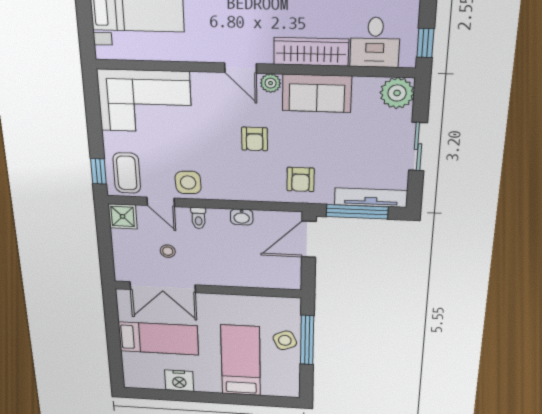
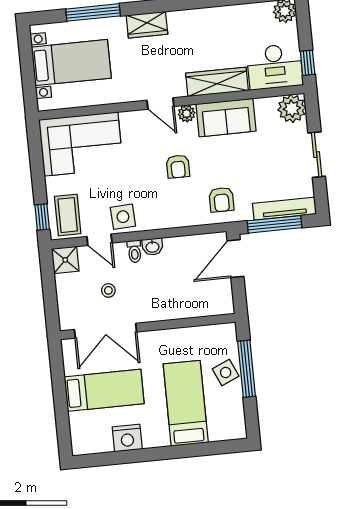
desk: (375, 42) -> (275, 67), width x1.37
washbasin: (242, 217) -> (152, 247), moved

